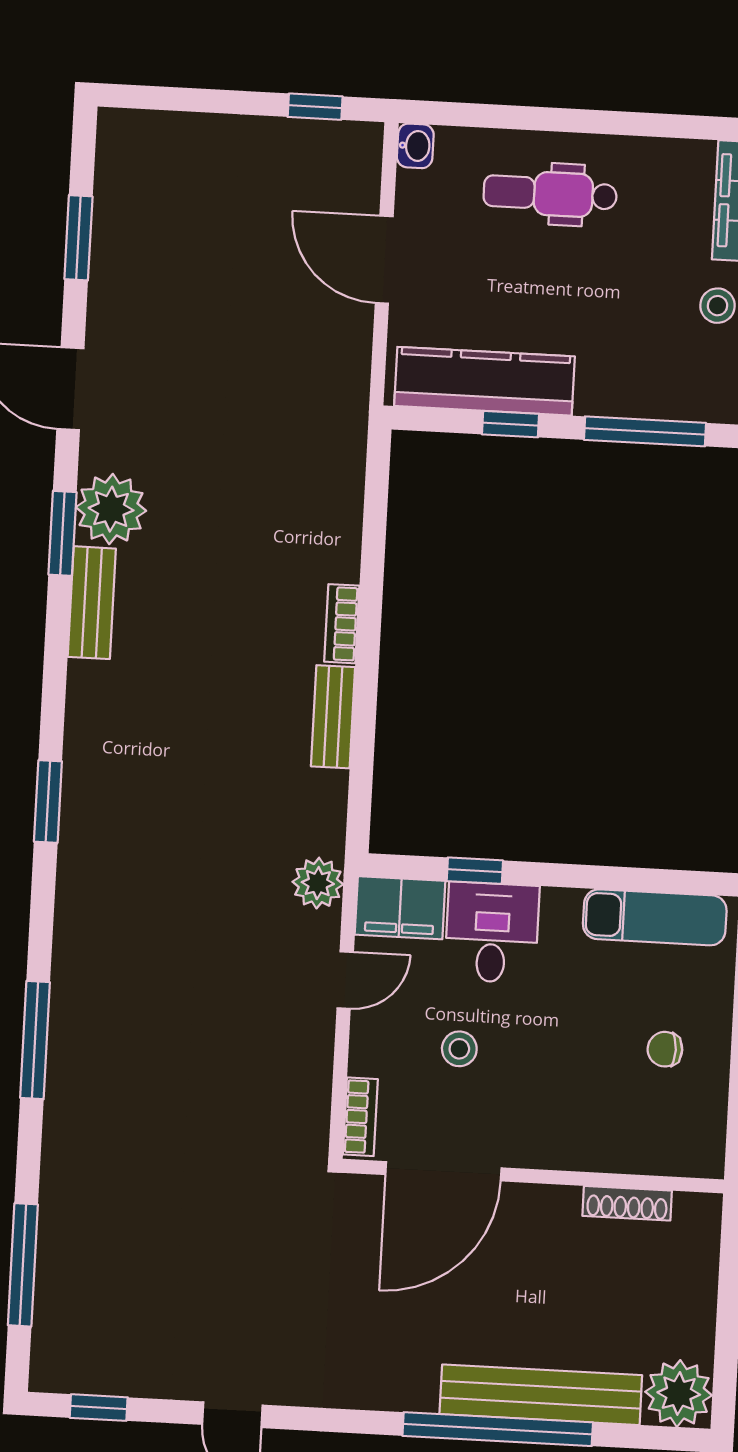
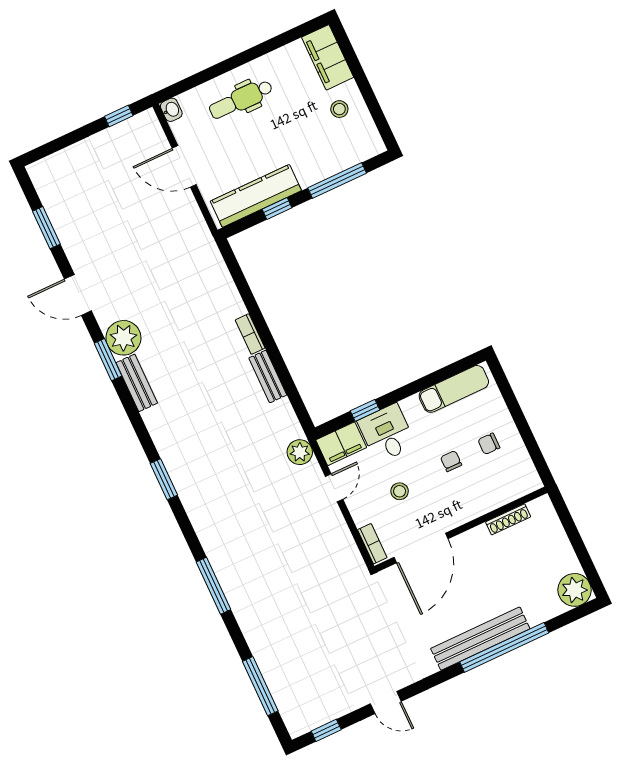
chair: (581, 1044) -> (451, 461), added
bench: (541, 1395) -> (480, 639), moved

